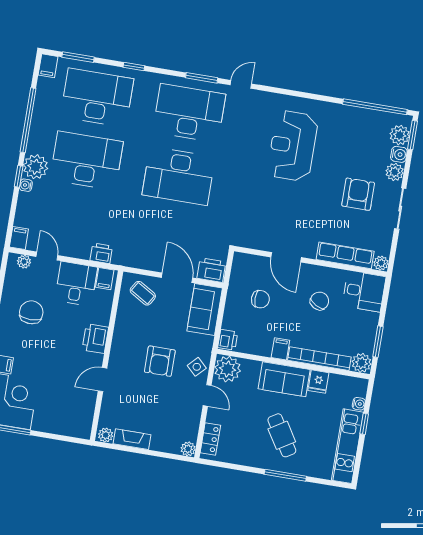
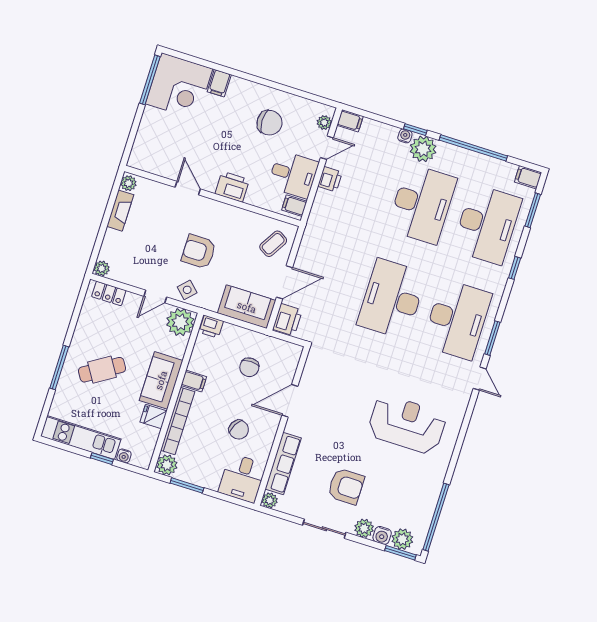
printer: (101, 253) -> (330, 179), moved

